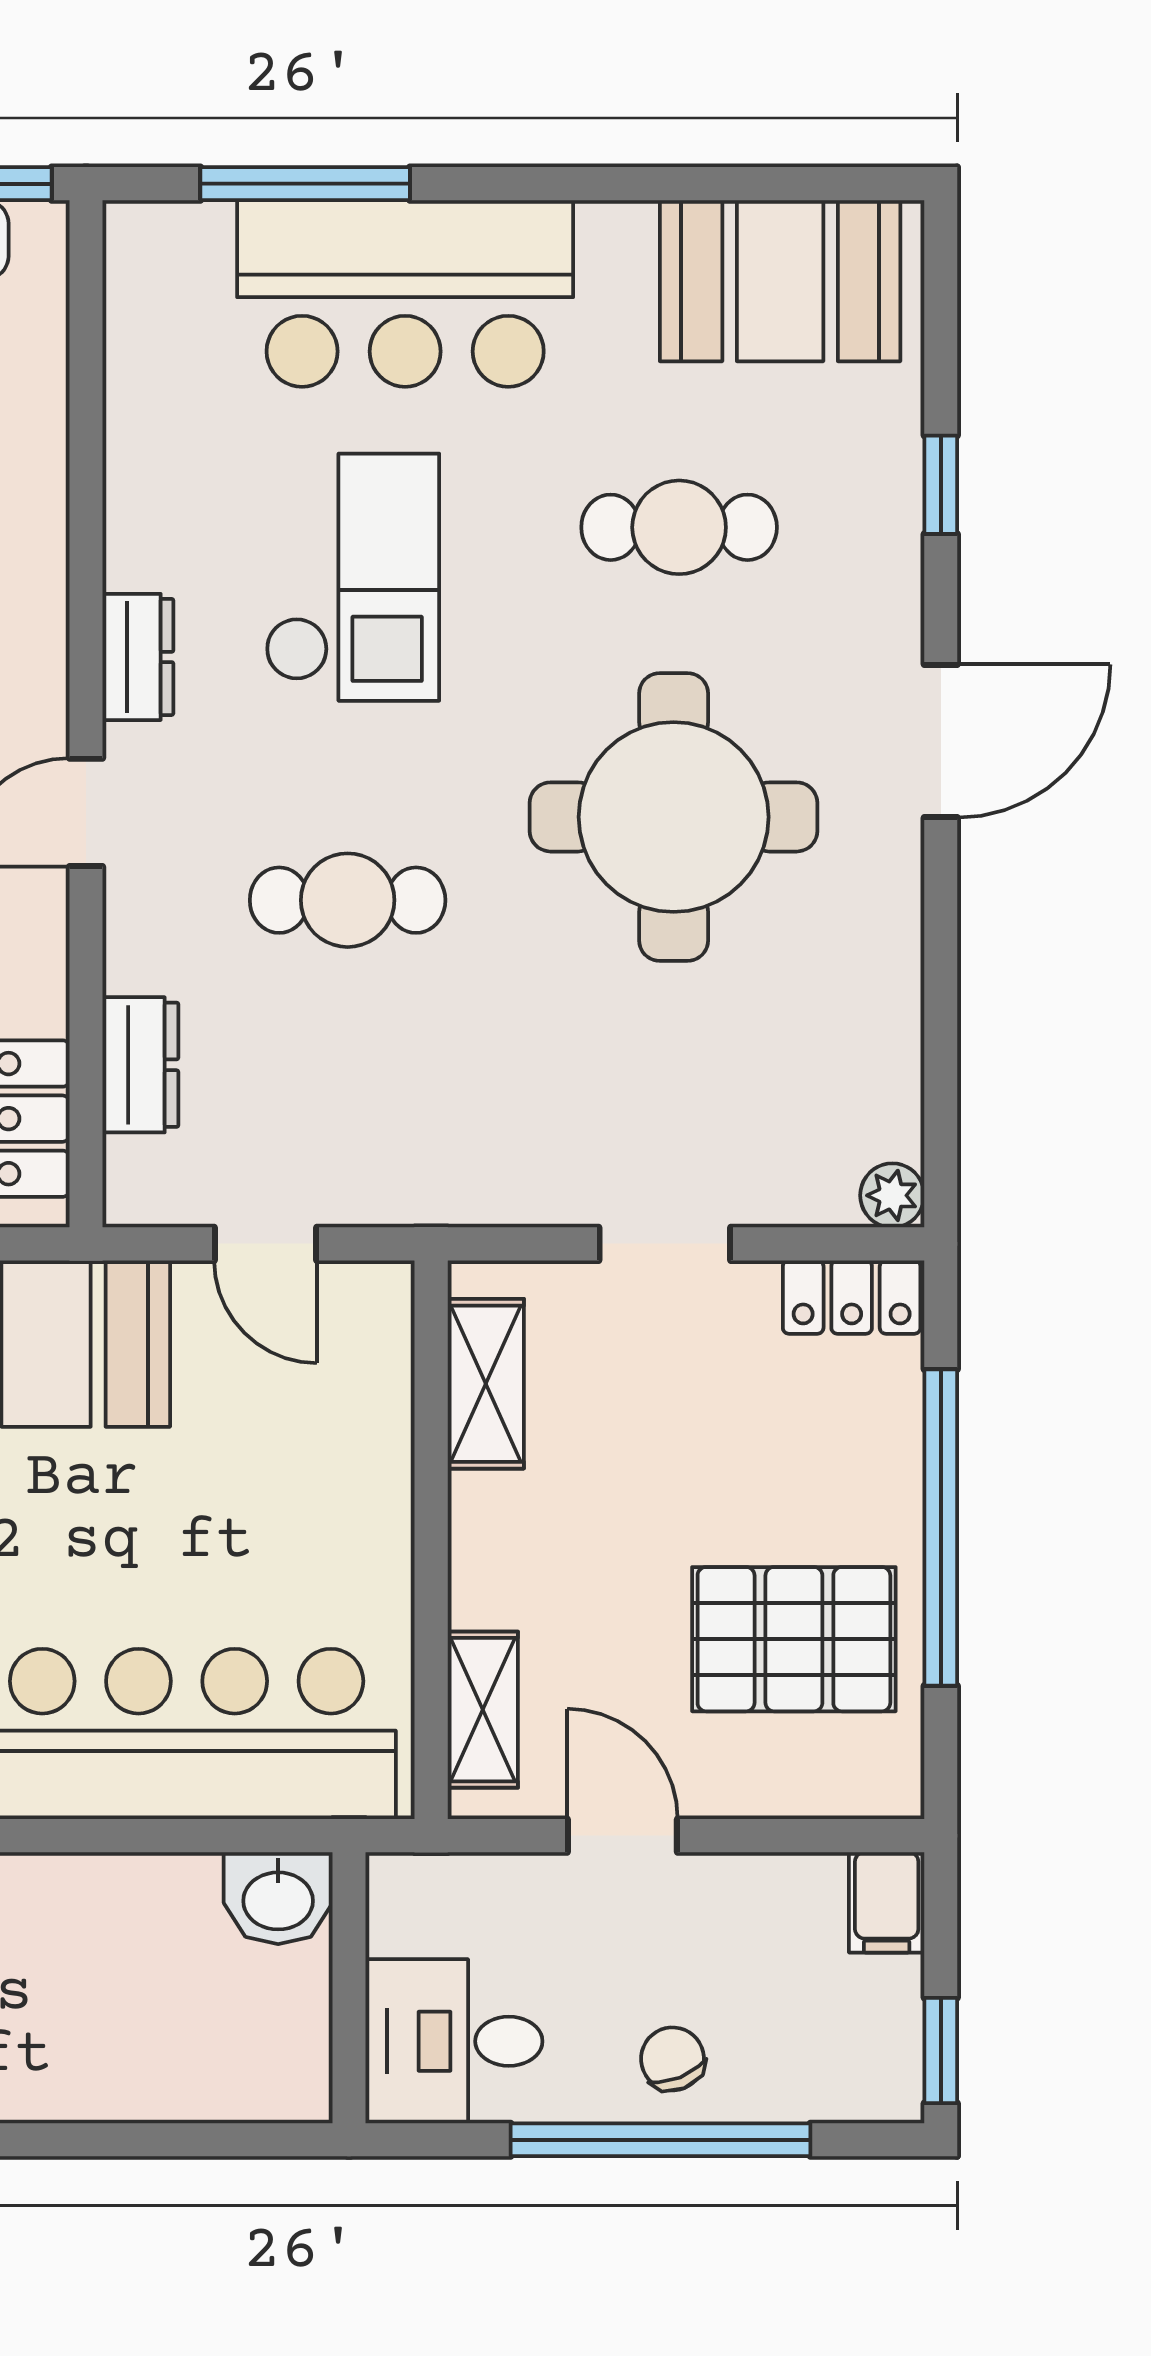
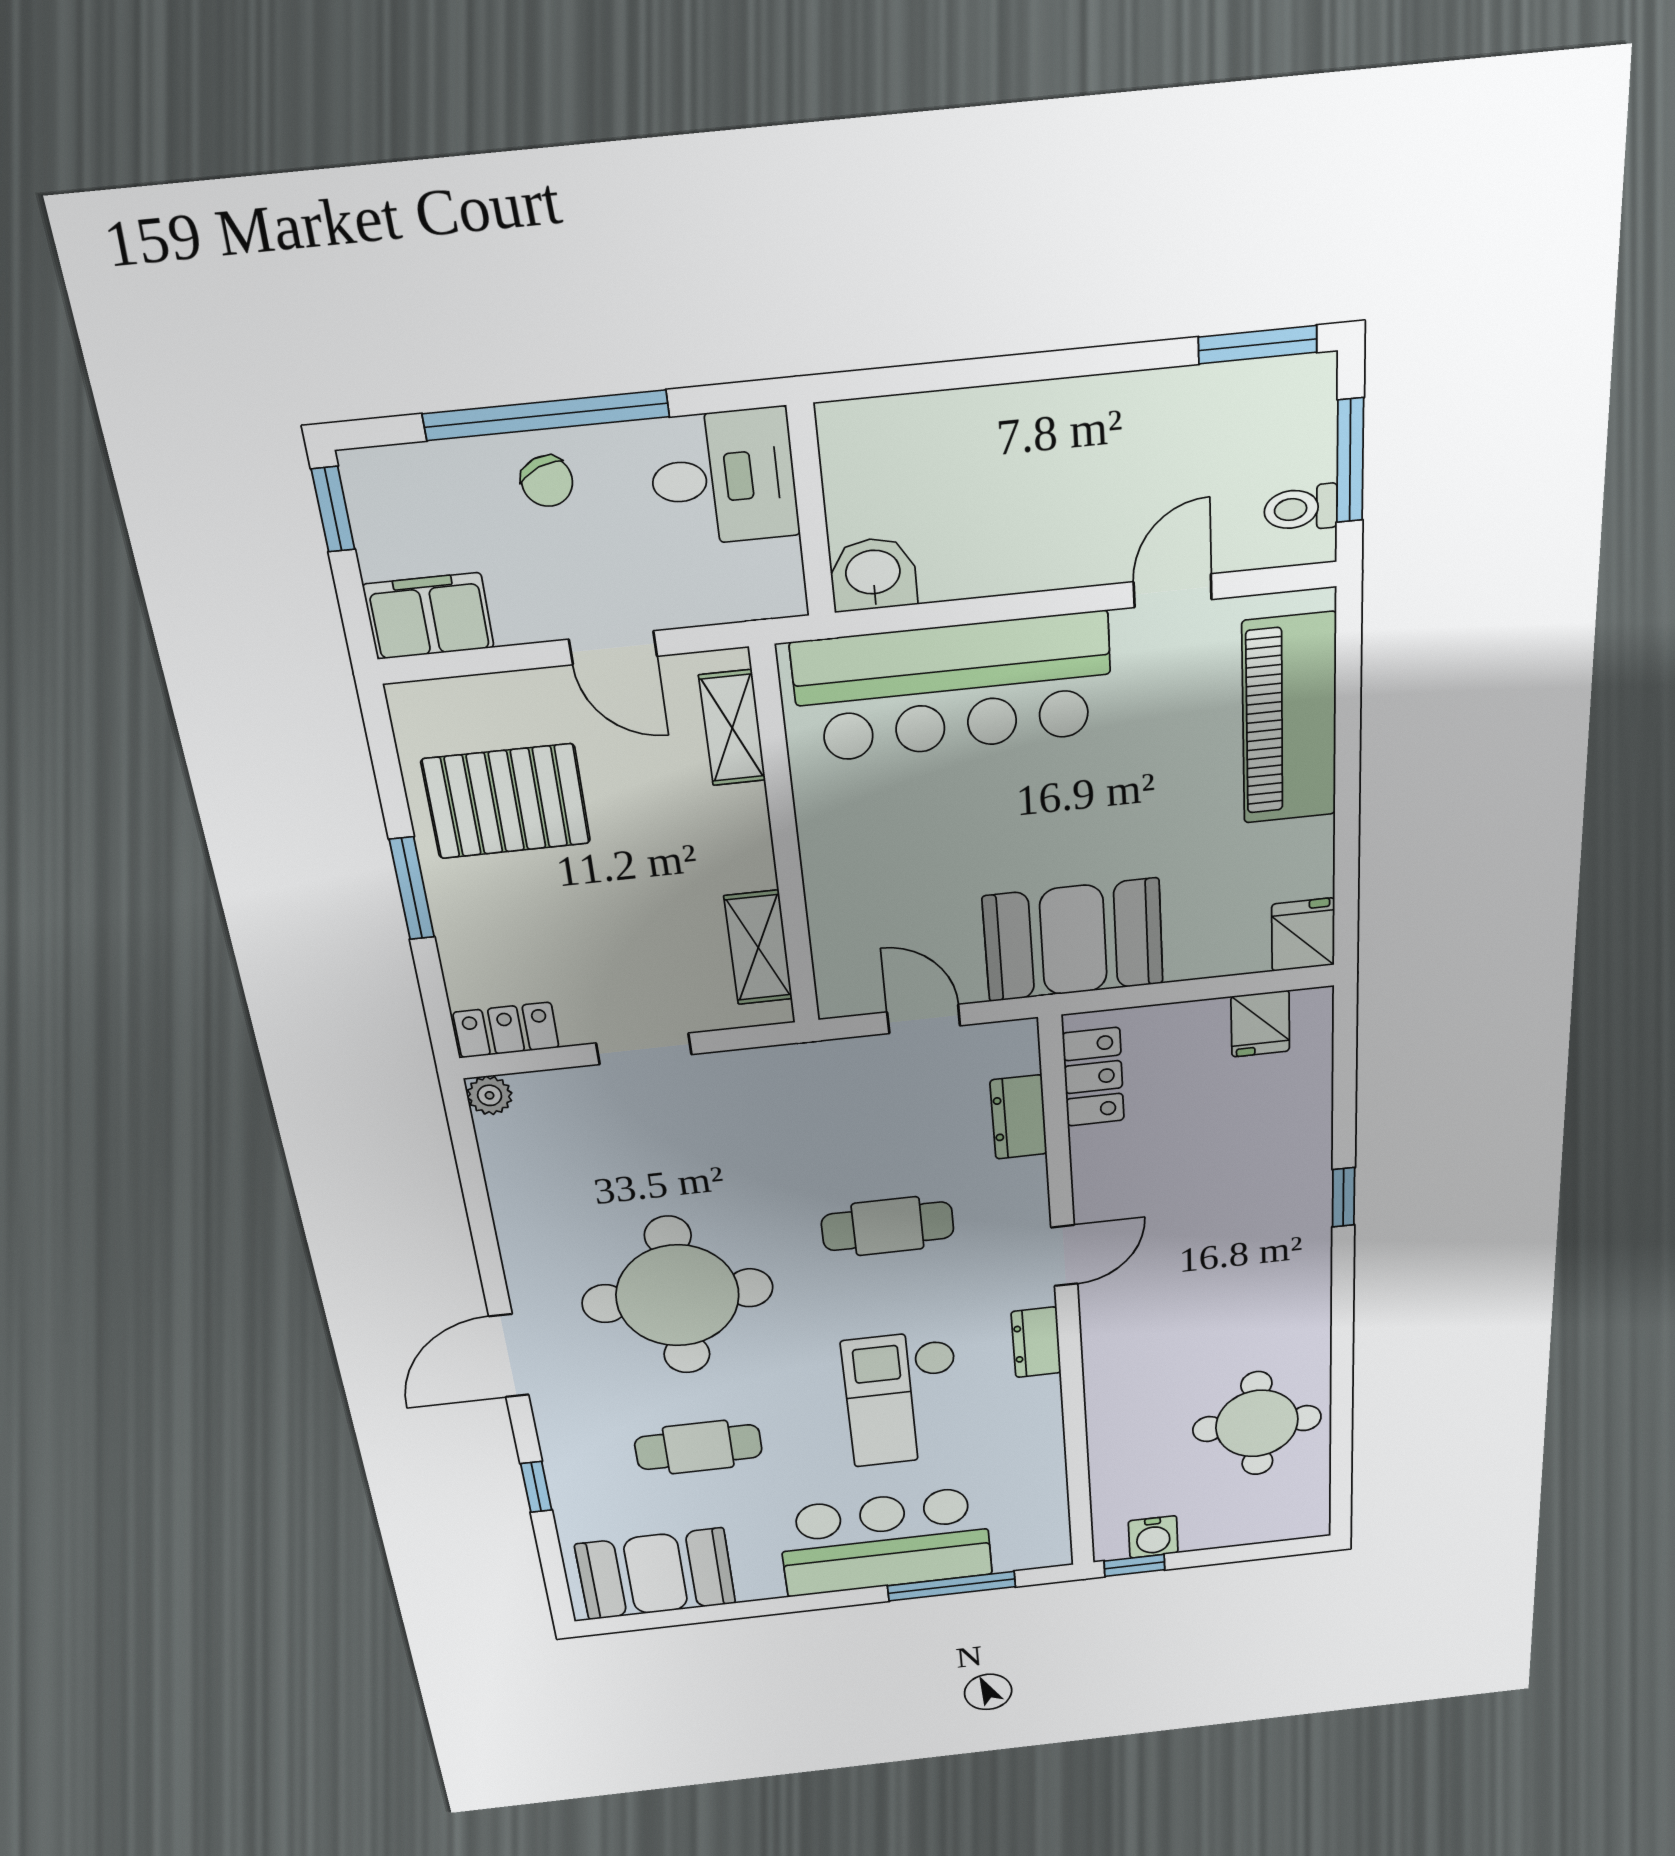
window: (941, 1528) -> (412, 888), width x0.47
filing cabinet: (887, 1902) -> (429, 616), width x2.00

